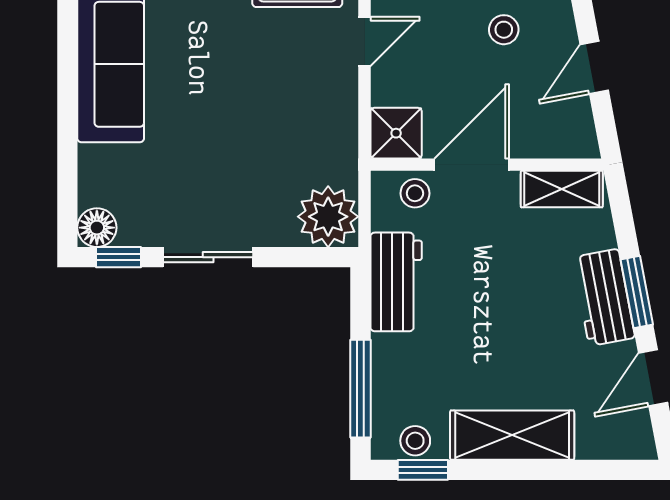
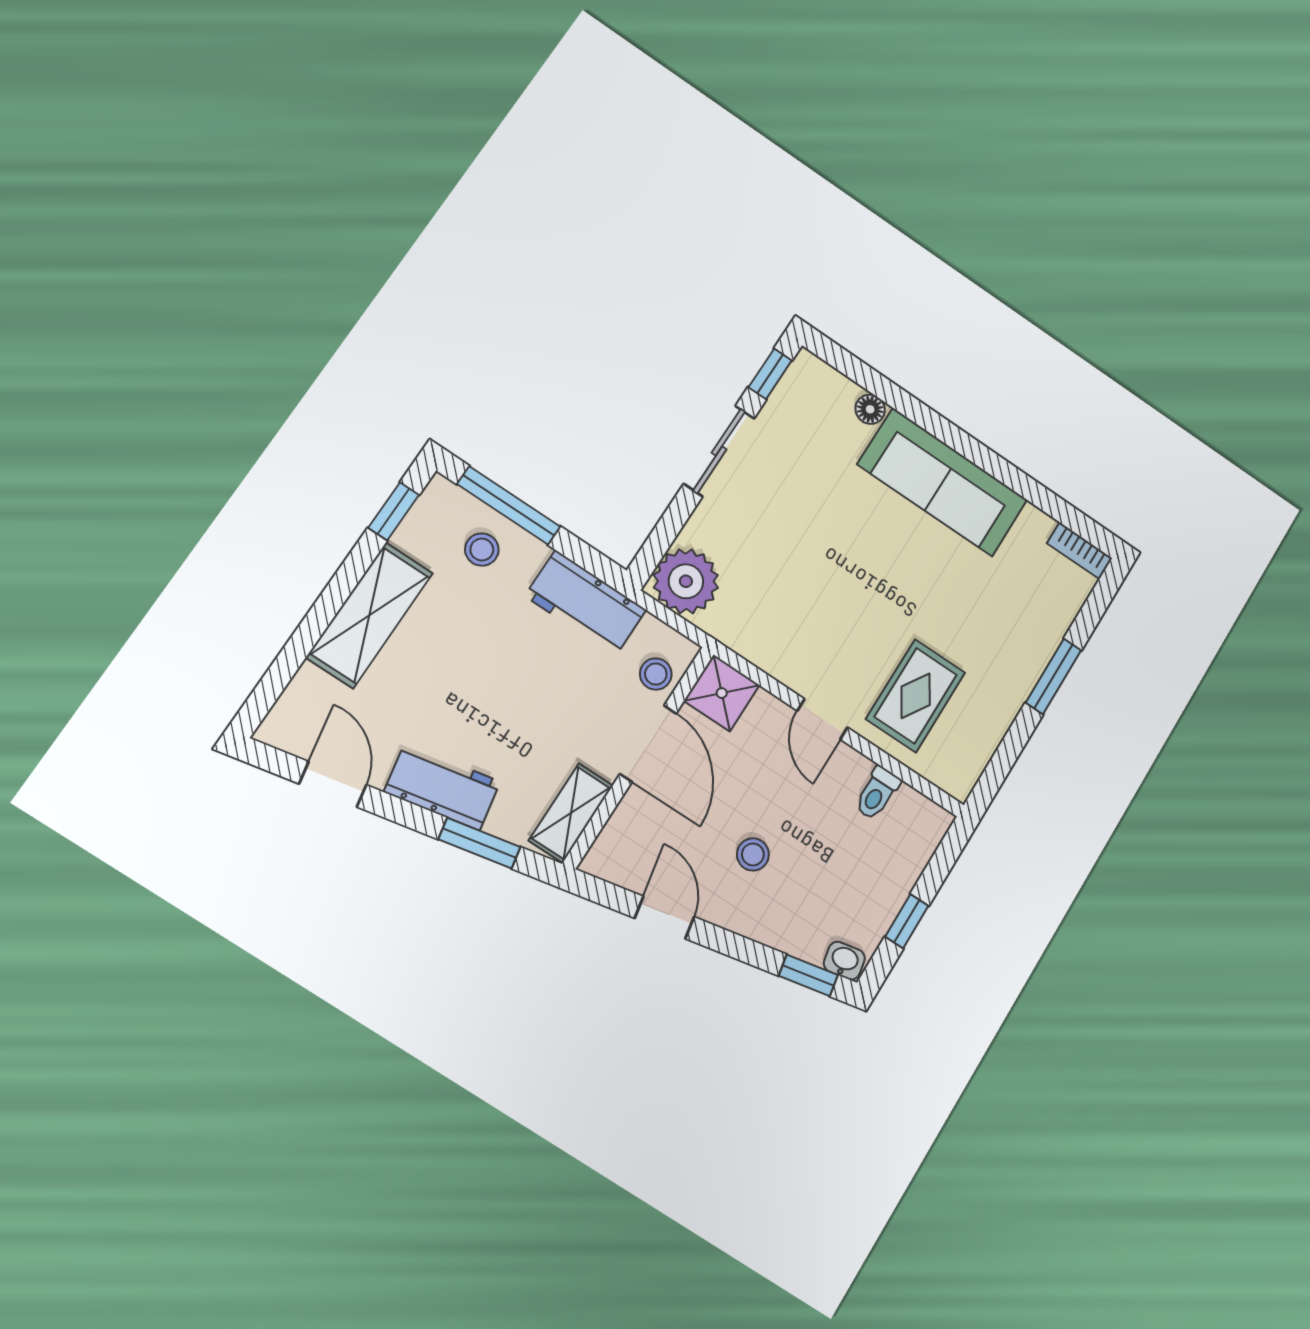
floor lamp: (97, 228) -> (870, 409), moved, width x0.73, depth x0.73
window: (637, 292) -> (479, 843), moved
stool: (415, 441) -> (482, 550), moved

